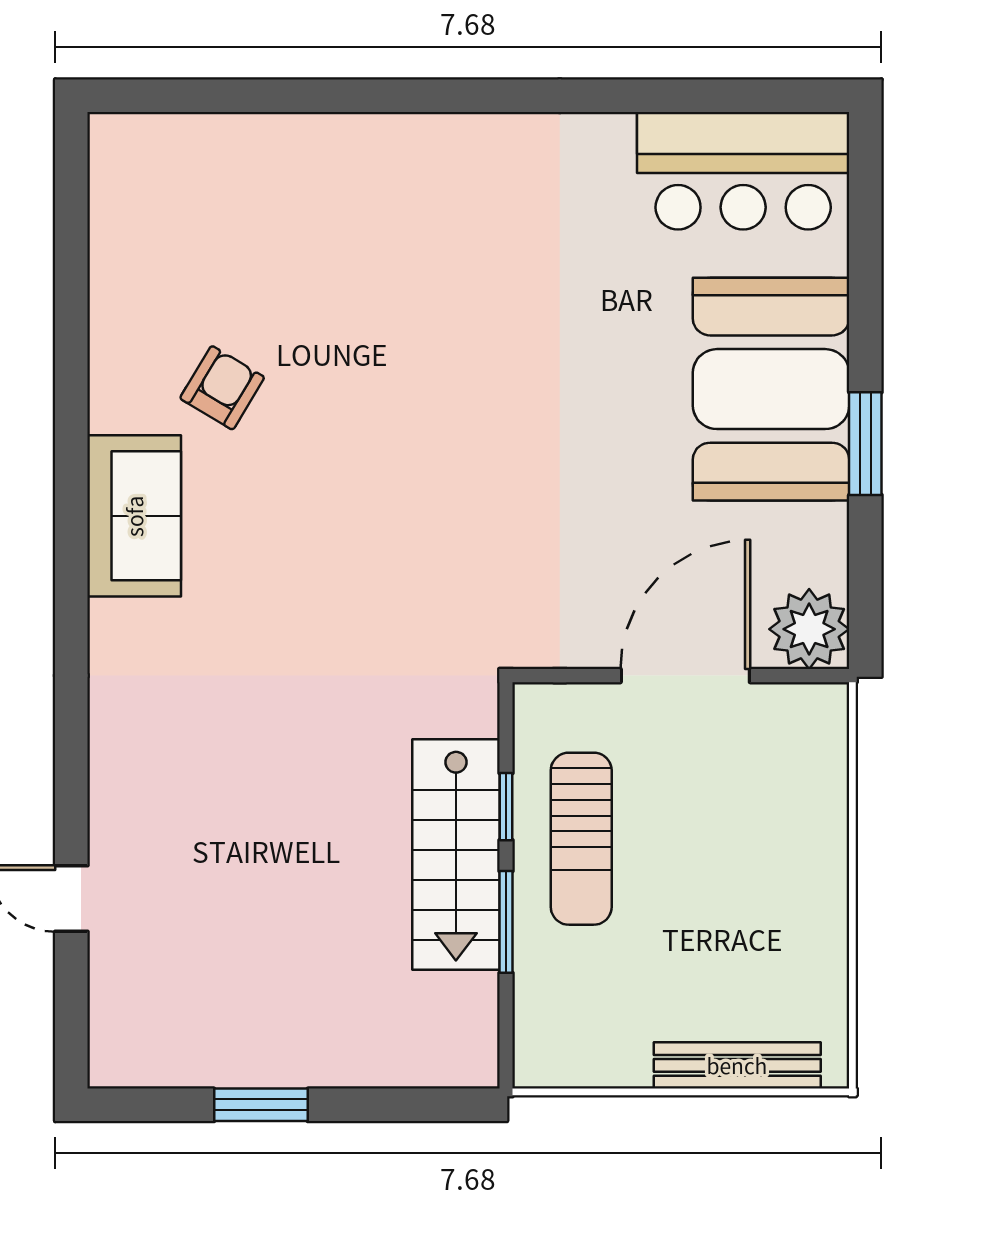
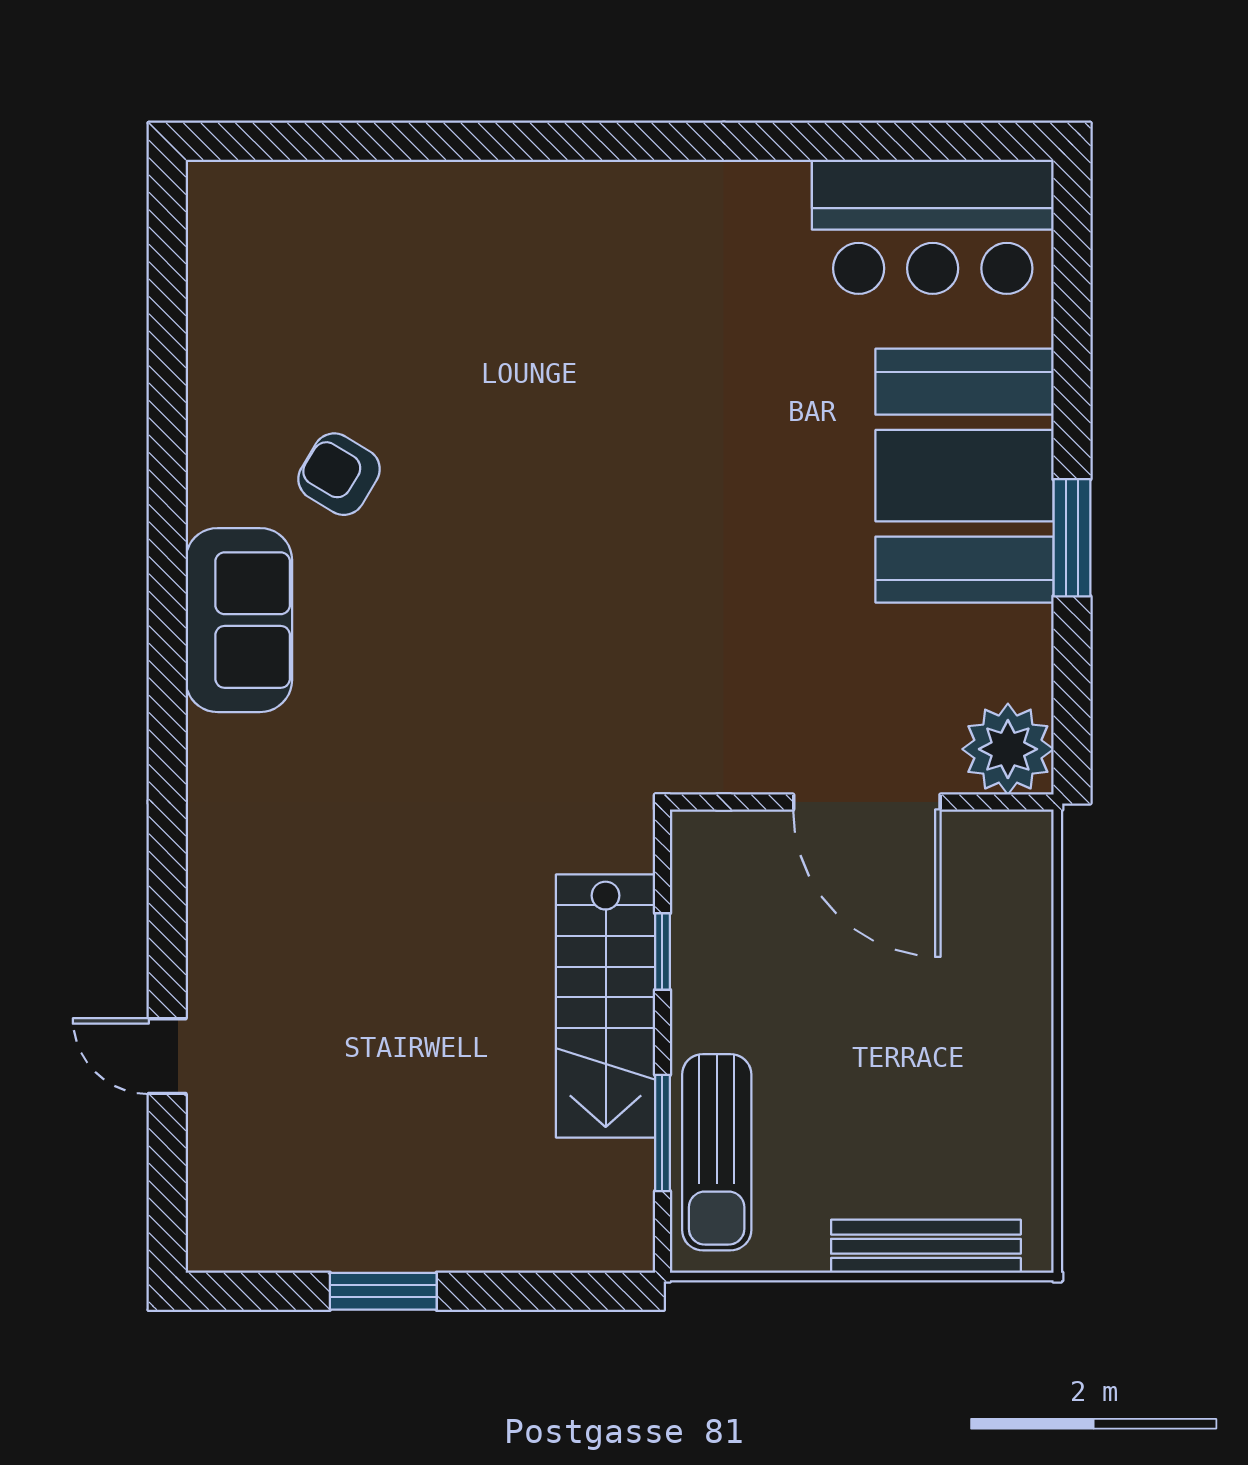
armchair: (222, 388) -> (339, 474), turned -90
door: (685, 676) -> (867, 802), swing flipped
sun lounger: (581, 839) -> (717, 1152), moved
window: (506, 922) -> (662, 1133), moved

